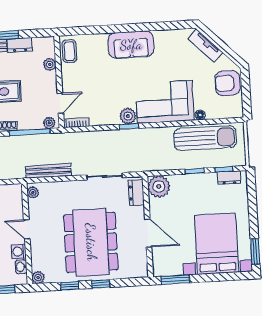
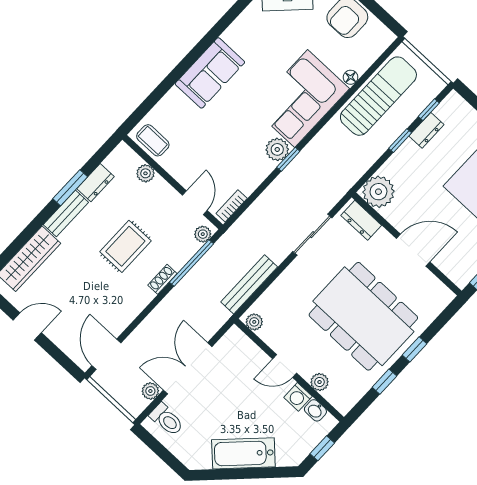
dresser: (229, 178) -> (426, 130), moved
plant: (38, 278) -> (320, 382), moved

